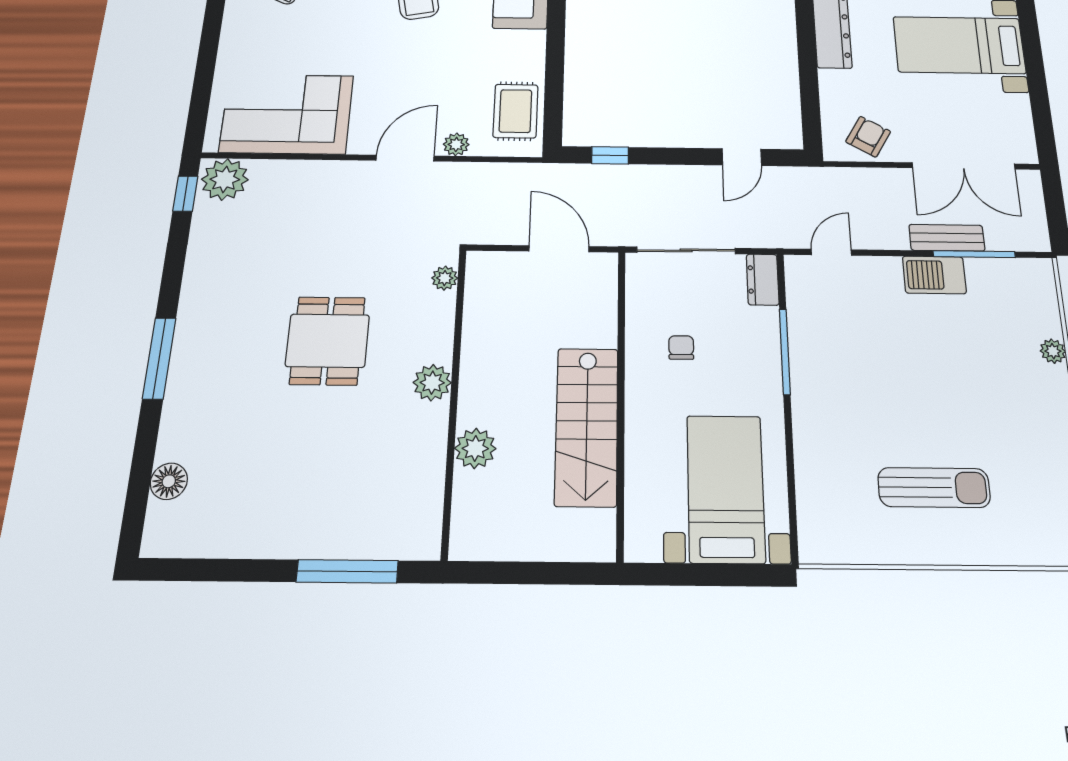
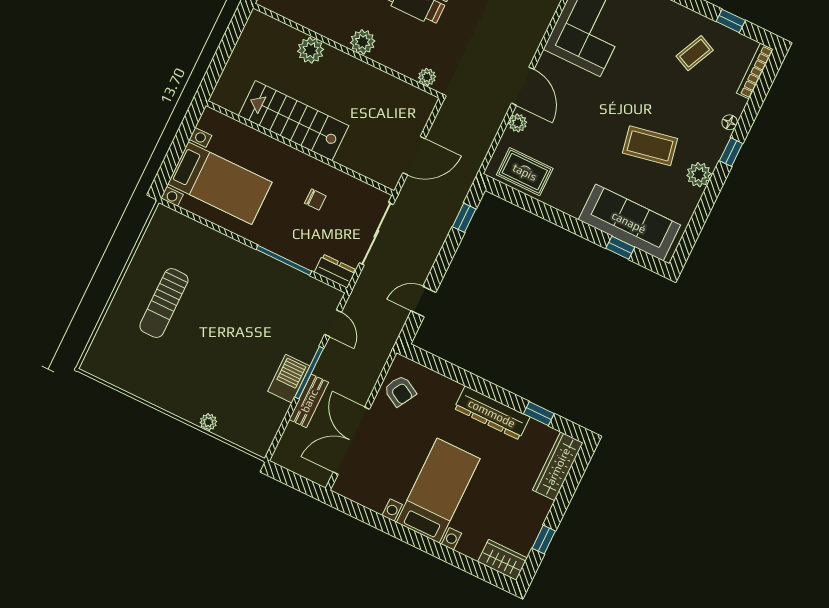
door: (742, 157) -> (424, 302), hinge flipped
window: (974, 254) -> (309, 373), moved

